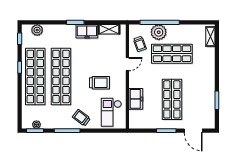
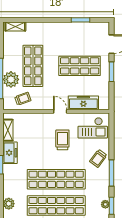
door: (127, 64) -> (60, 111), moved
freezer: (136, 99) -> (83, 103), width x1.40

